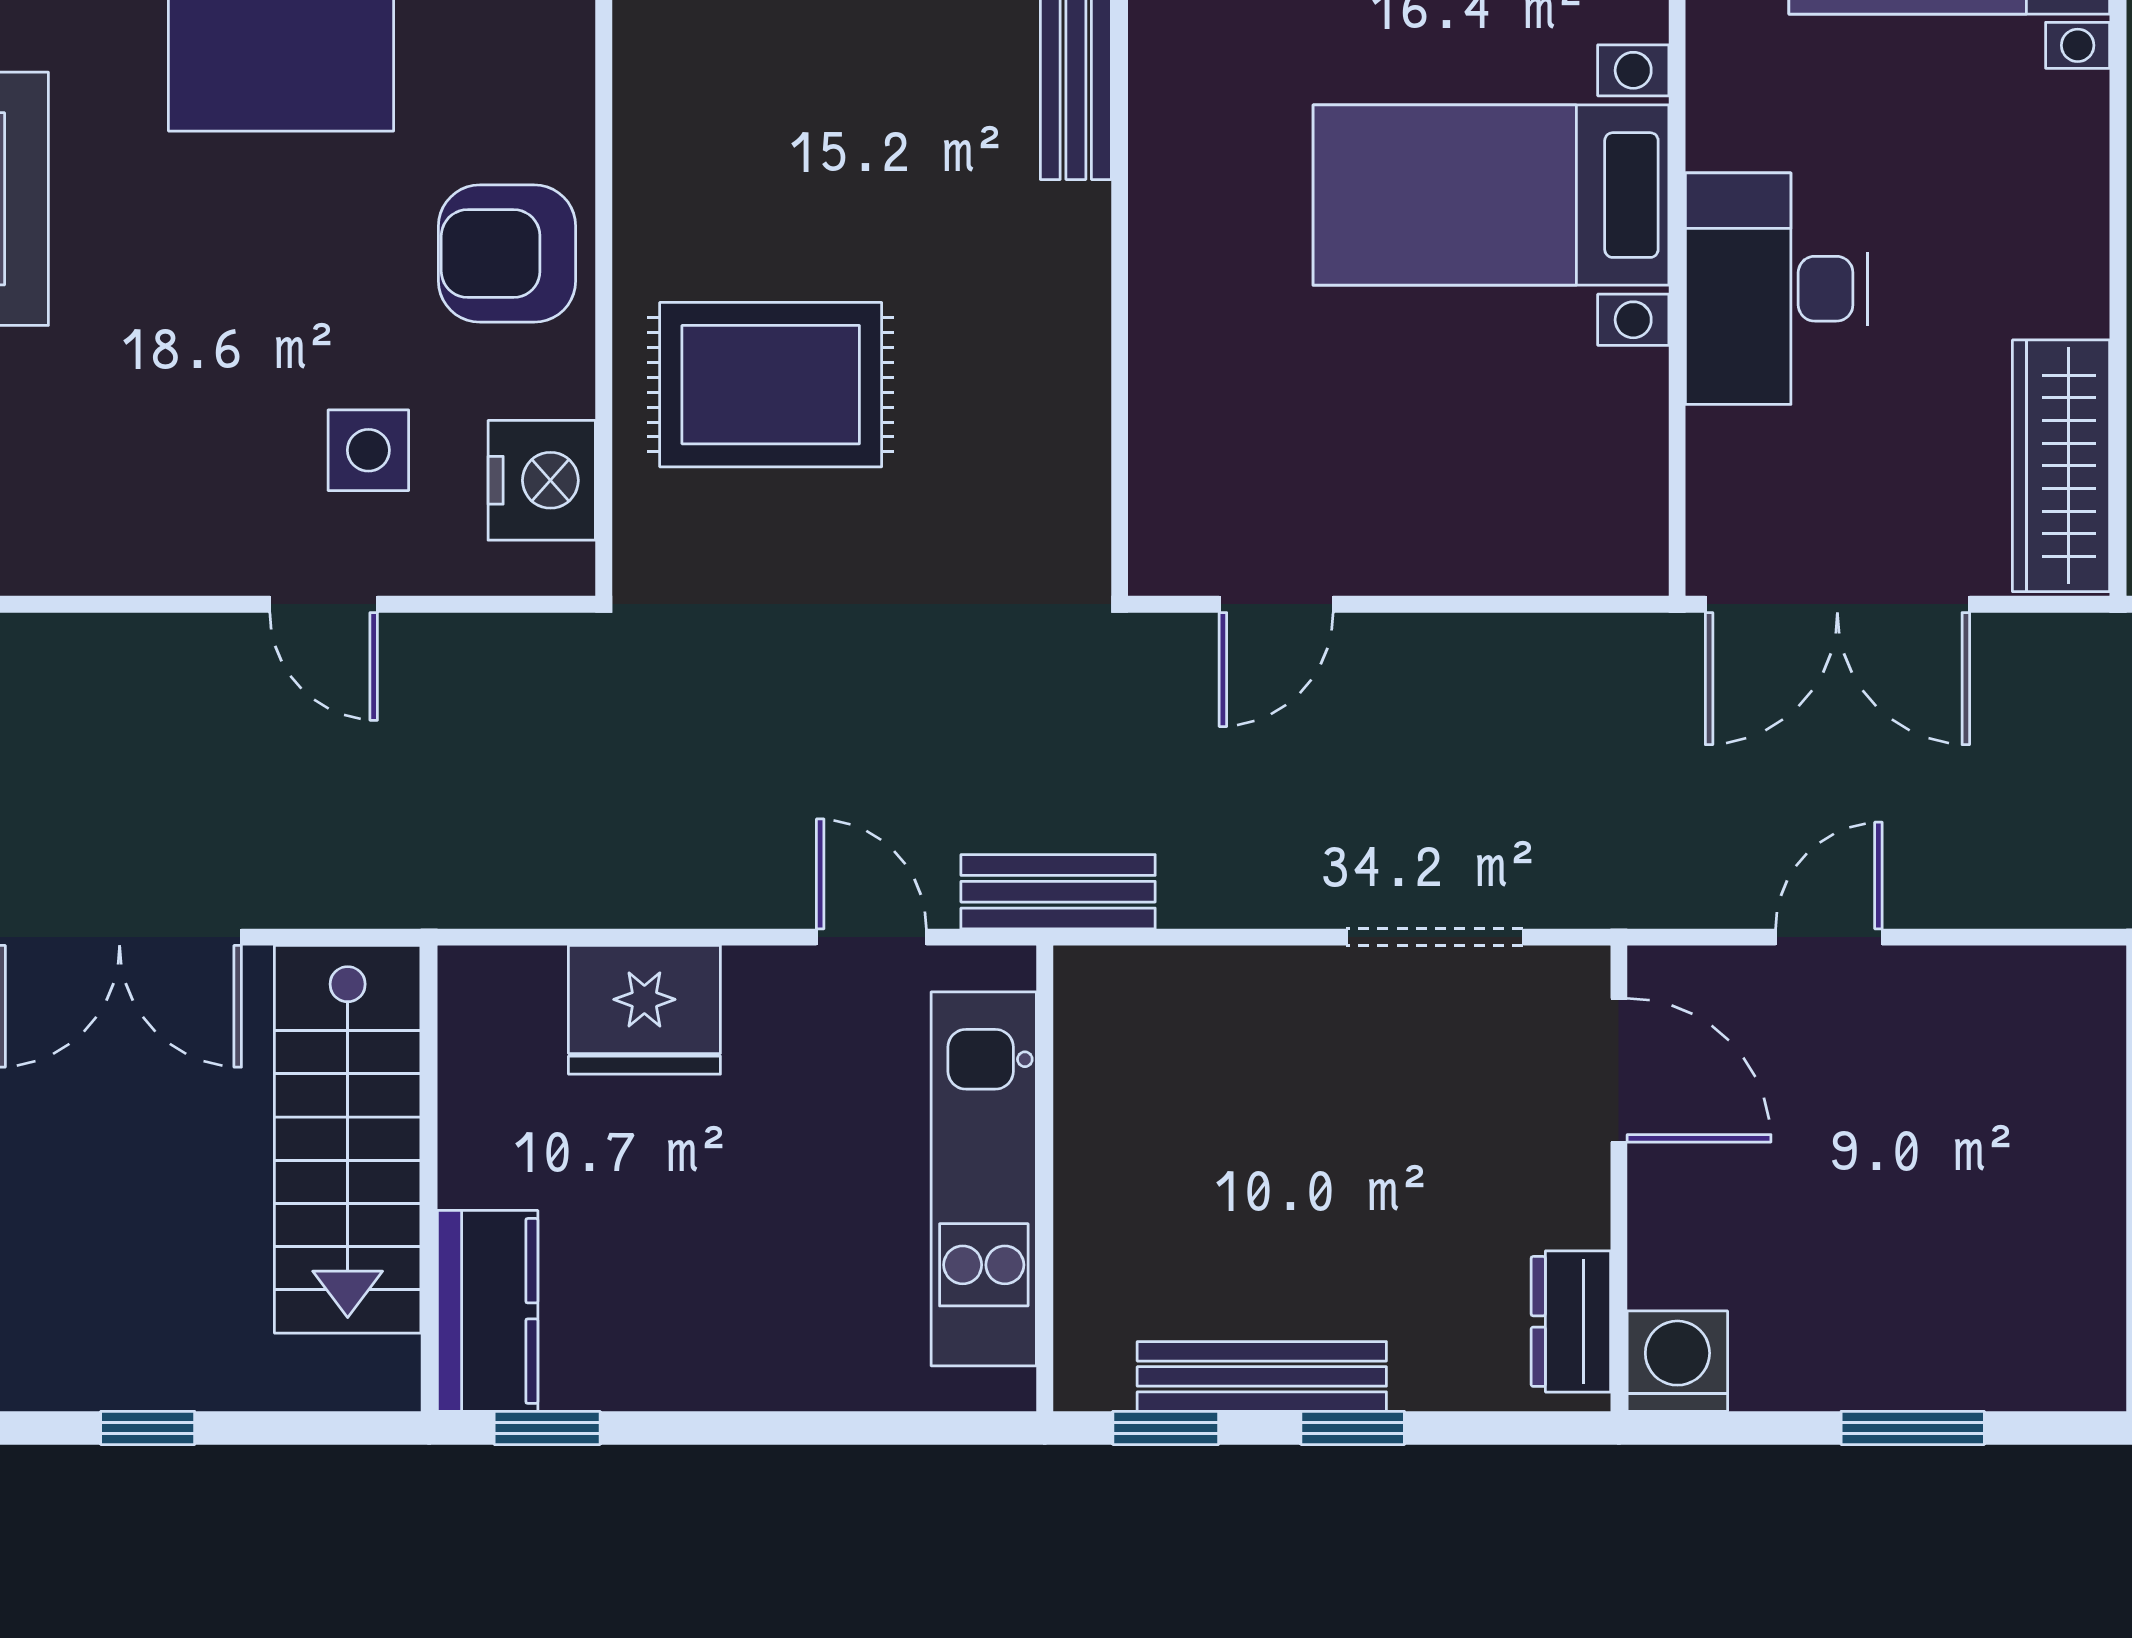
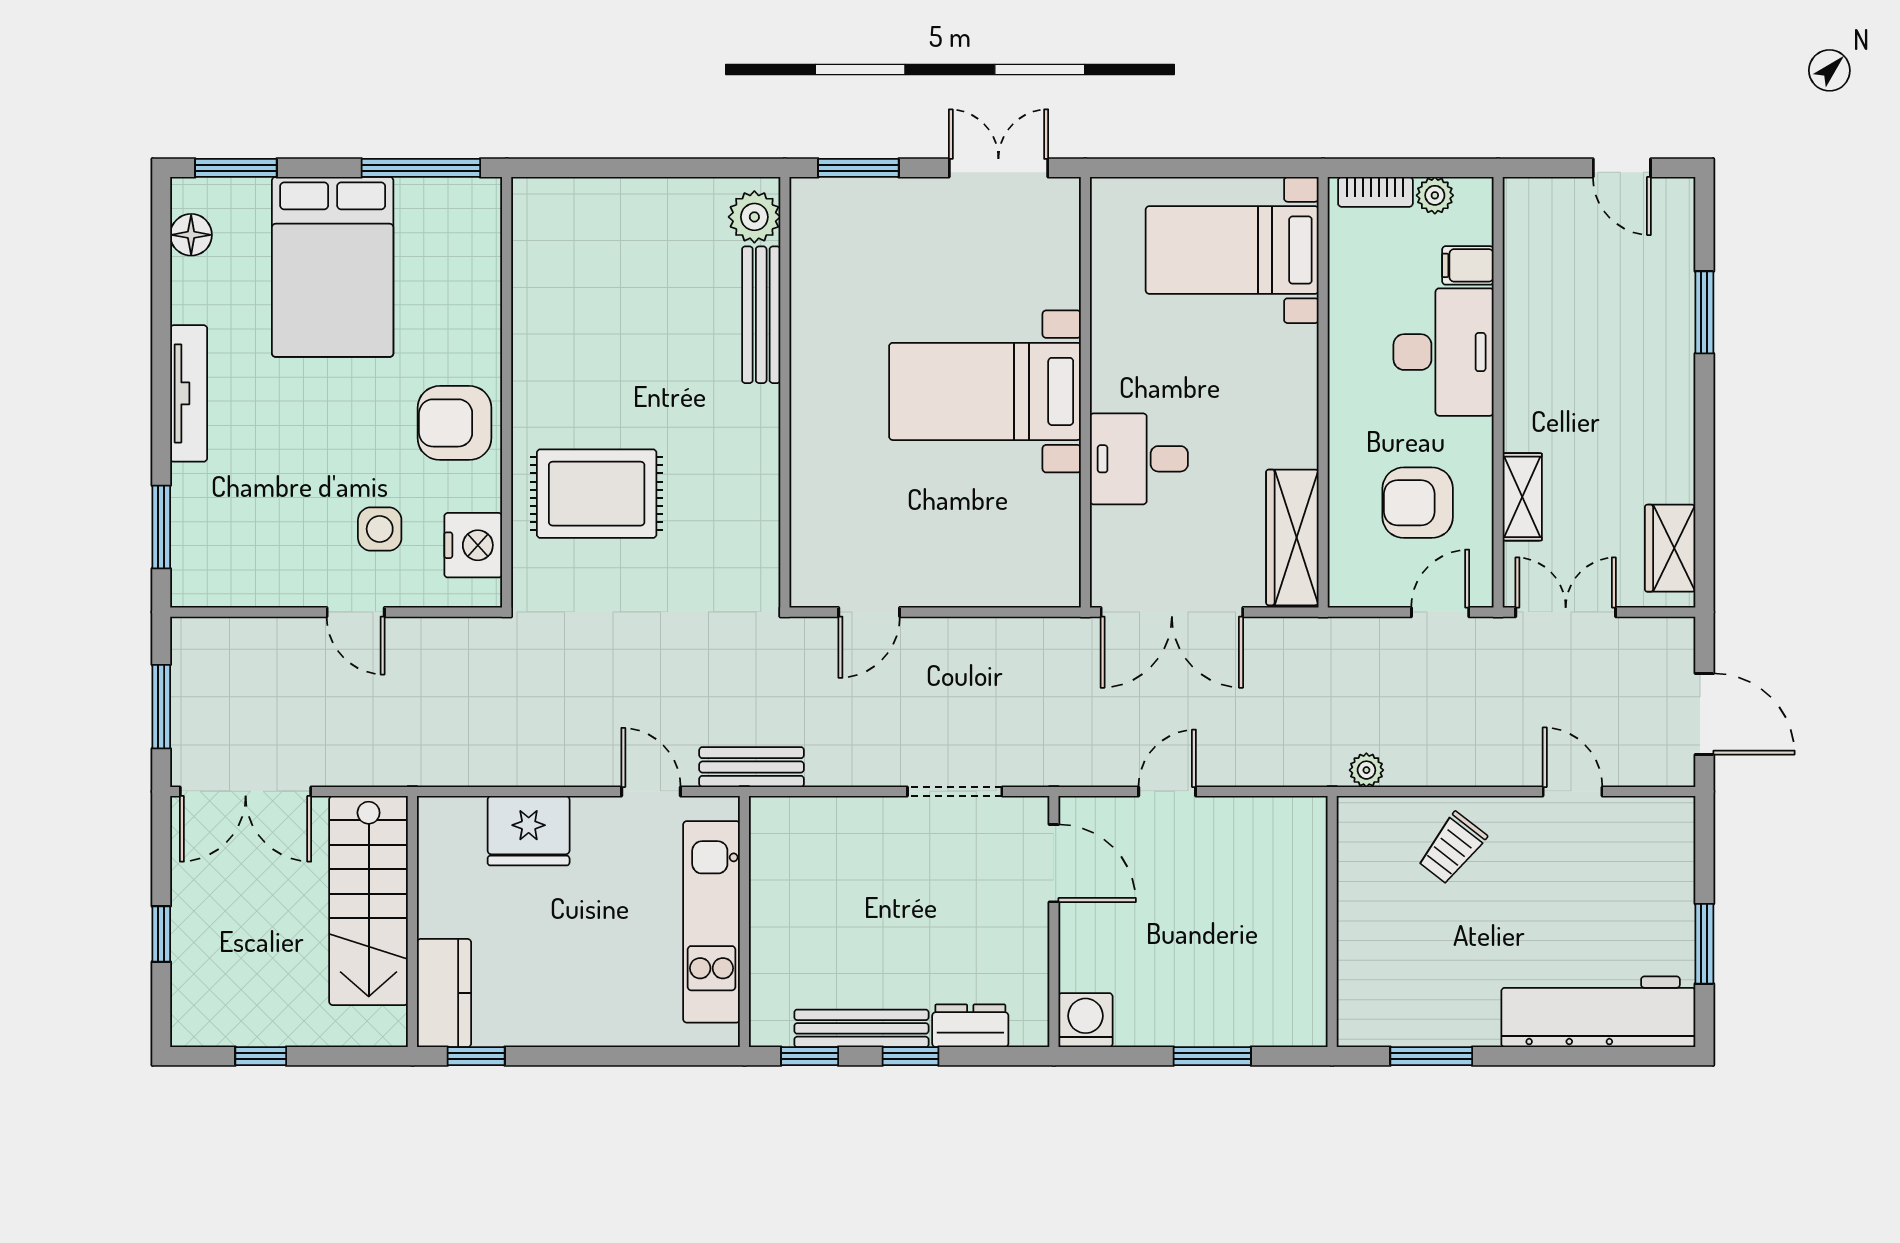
desk: (1776, 289) -> (1139, 459), width x0.73
dresser: (1571, 1321) -> (970, 1026), moved, turned 90

